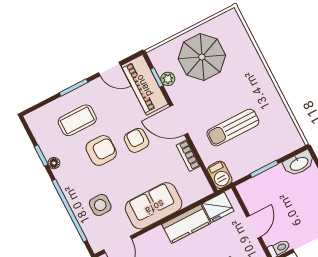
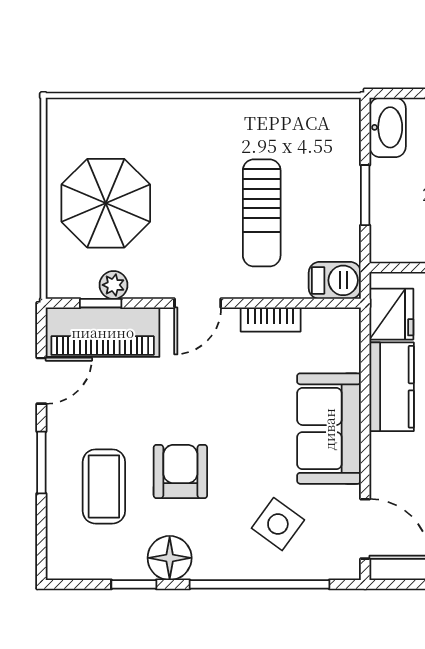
door: (179, 120) -> (198, 303), width x0.73
armchair: (136, 140) -> (195, 399), removed
floor lamp: (54, 163) -> (170, 558), width x1.89, depth x1.89
side table: (100, 205) -> (278, 524), turned 36

